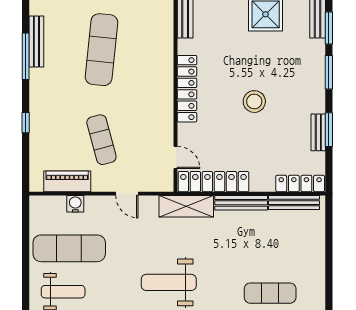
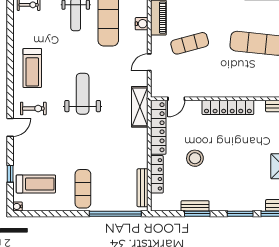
stool: (254, 102) -> (195, 158), moved
locker: (300, 184) -> (157, 174), moved
bench: (241, 203) -> (142, 148), removed
window: (329, 239) -> (115, 214), added
exercise mat: (270, 293) -> (83, 189), moved

